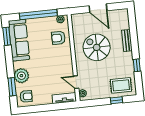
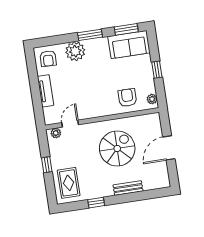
window: (38, 14) -> (157, 70), width x0.32
sofa: (19, 40) -> (129, 45), width x0.73
window: (12, 87) -> (90, 35), moved
tv unit: (64, 98) -> (46, 91), moved
window: (117, 100) -> (47, 165), moved

